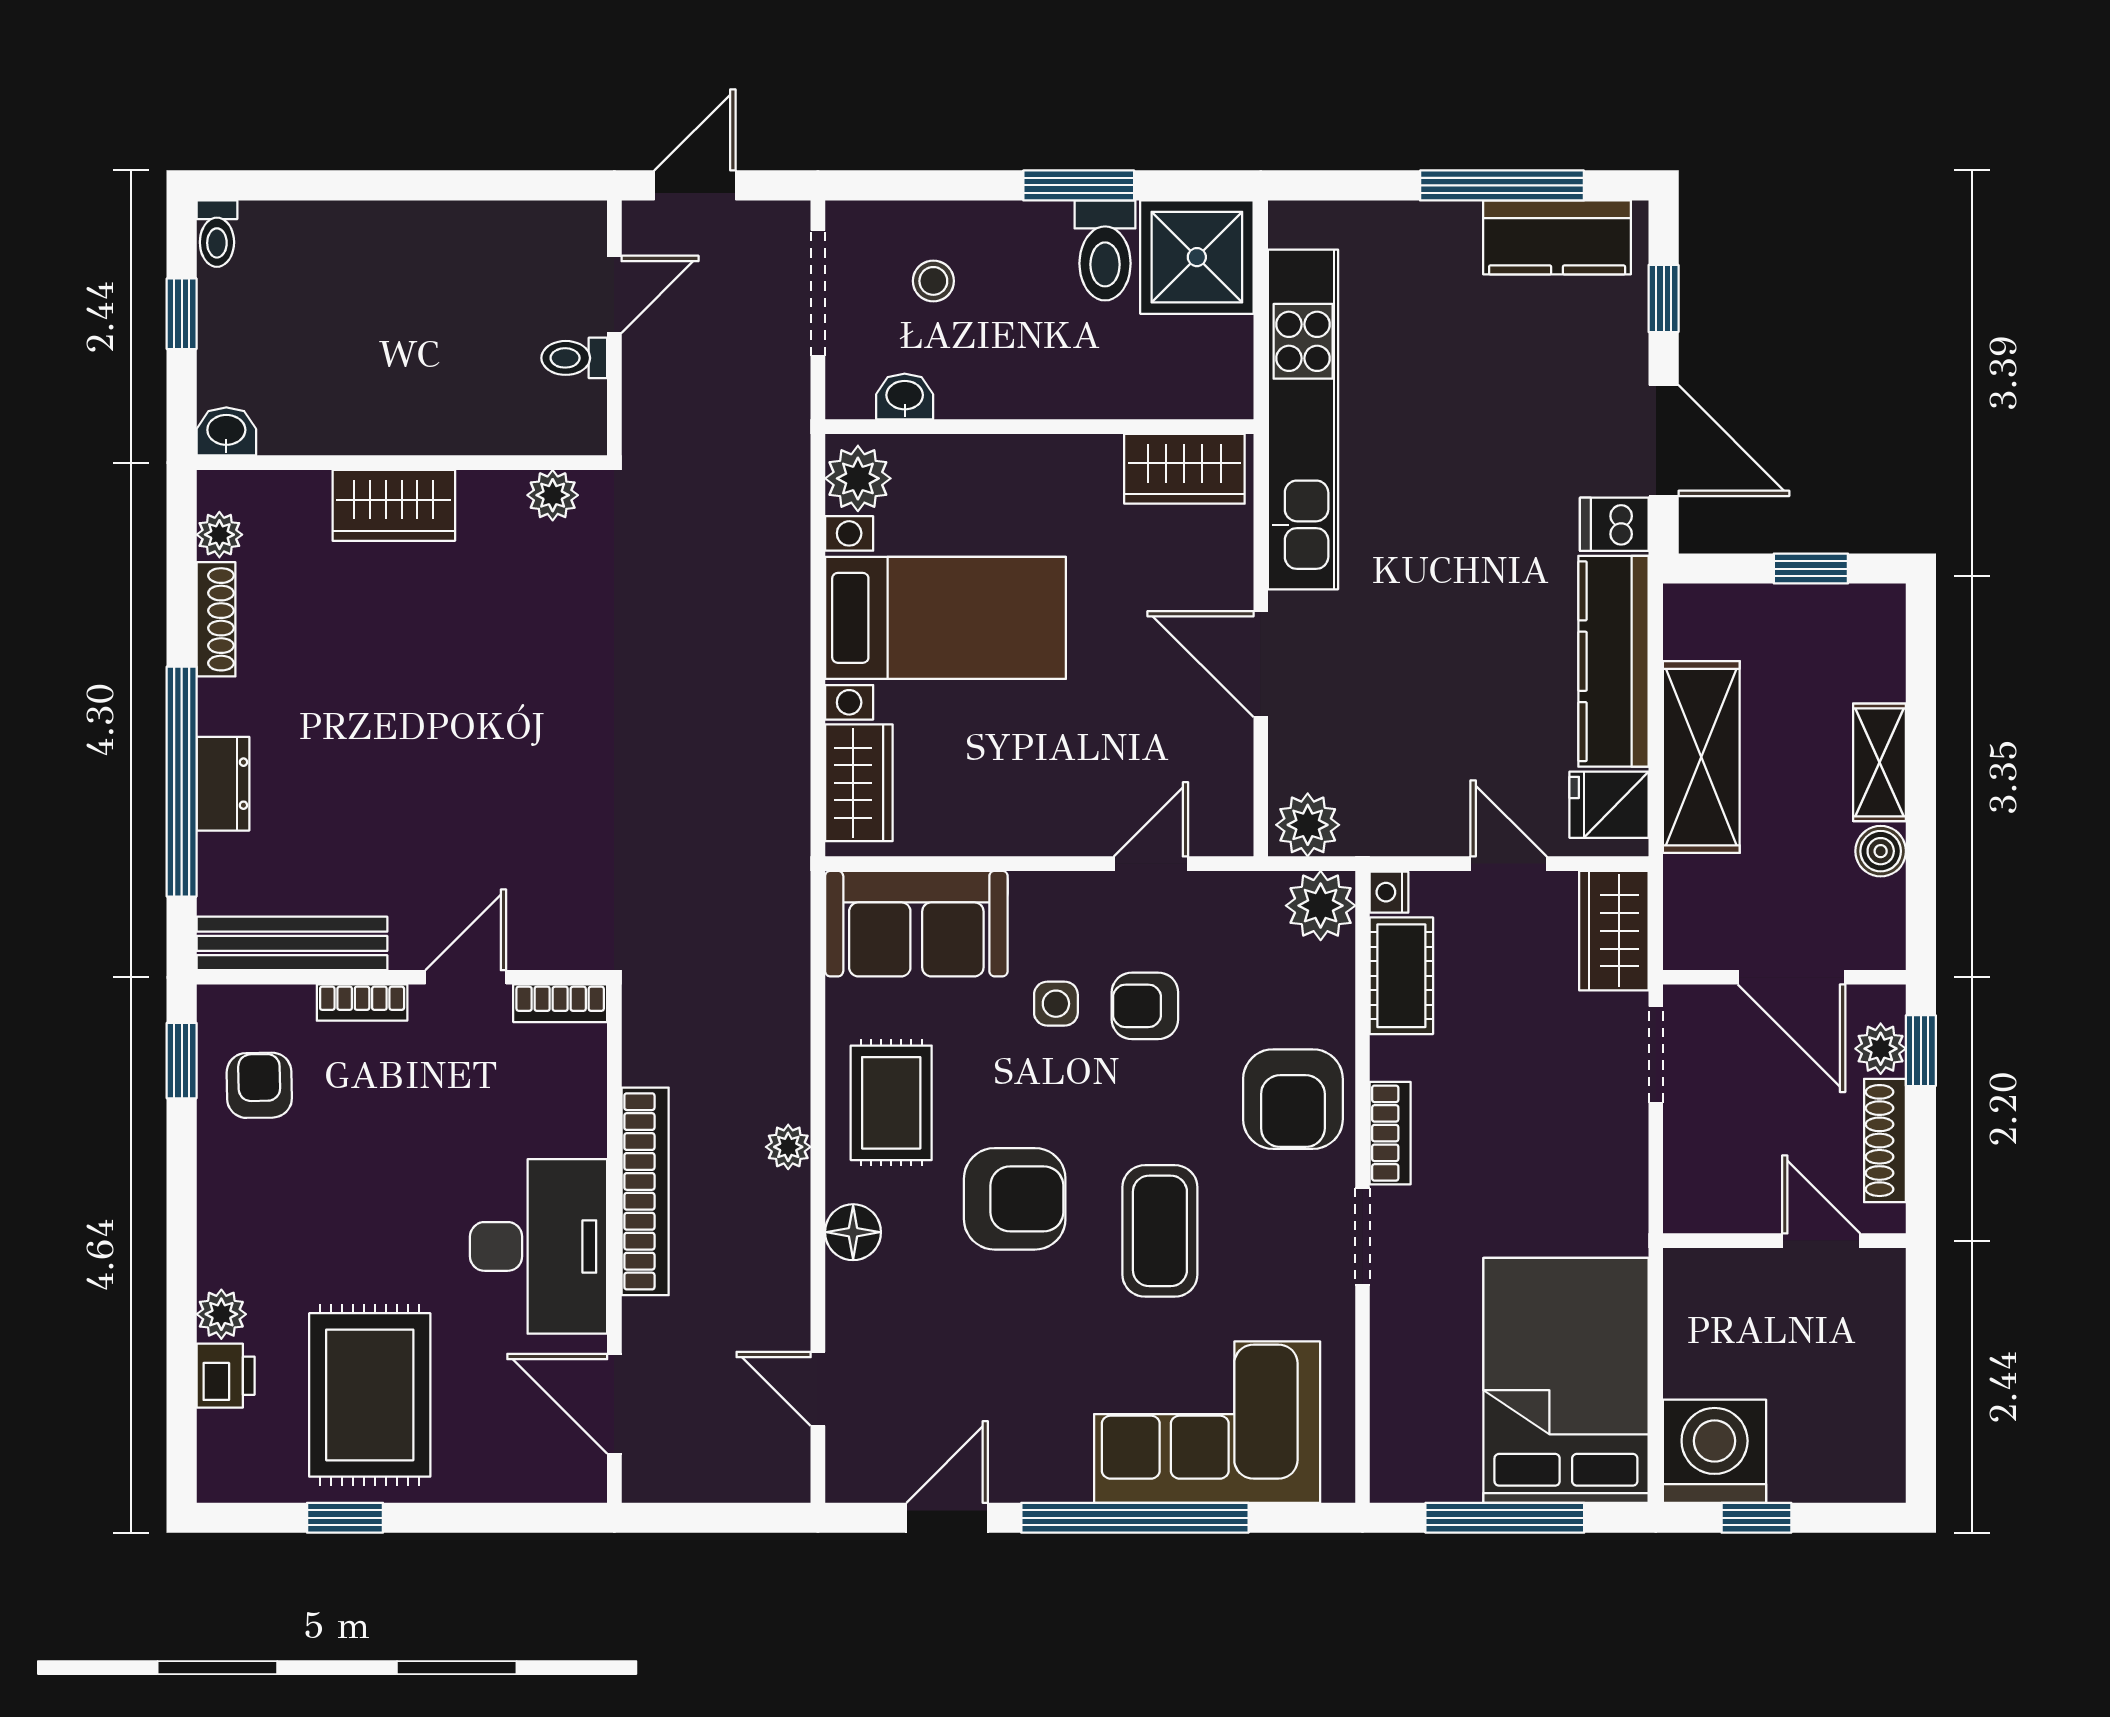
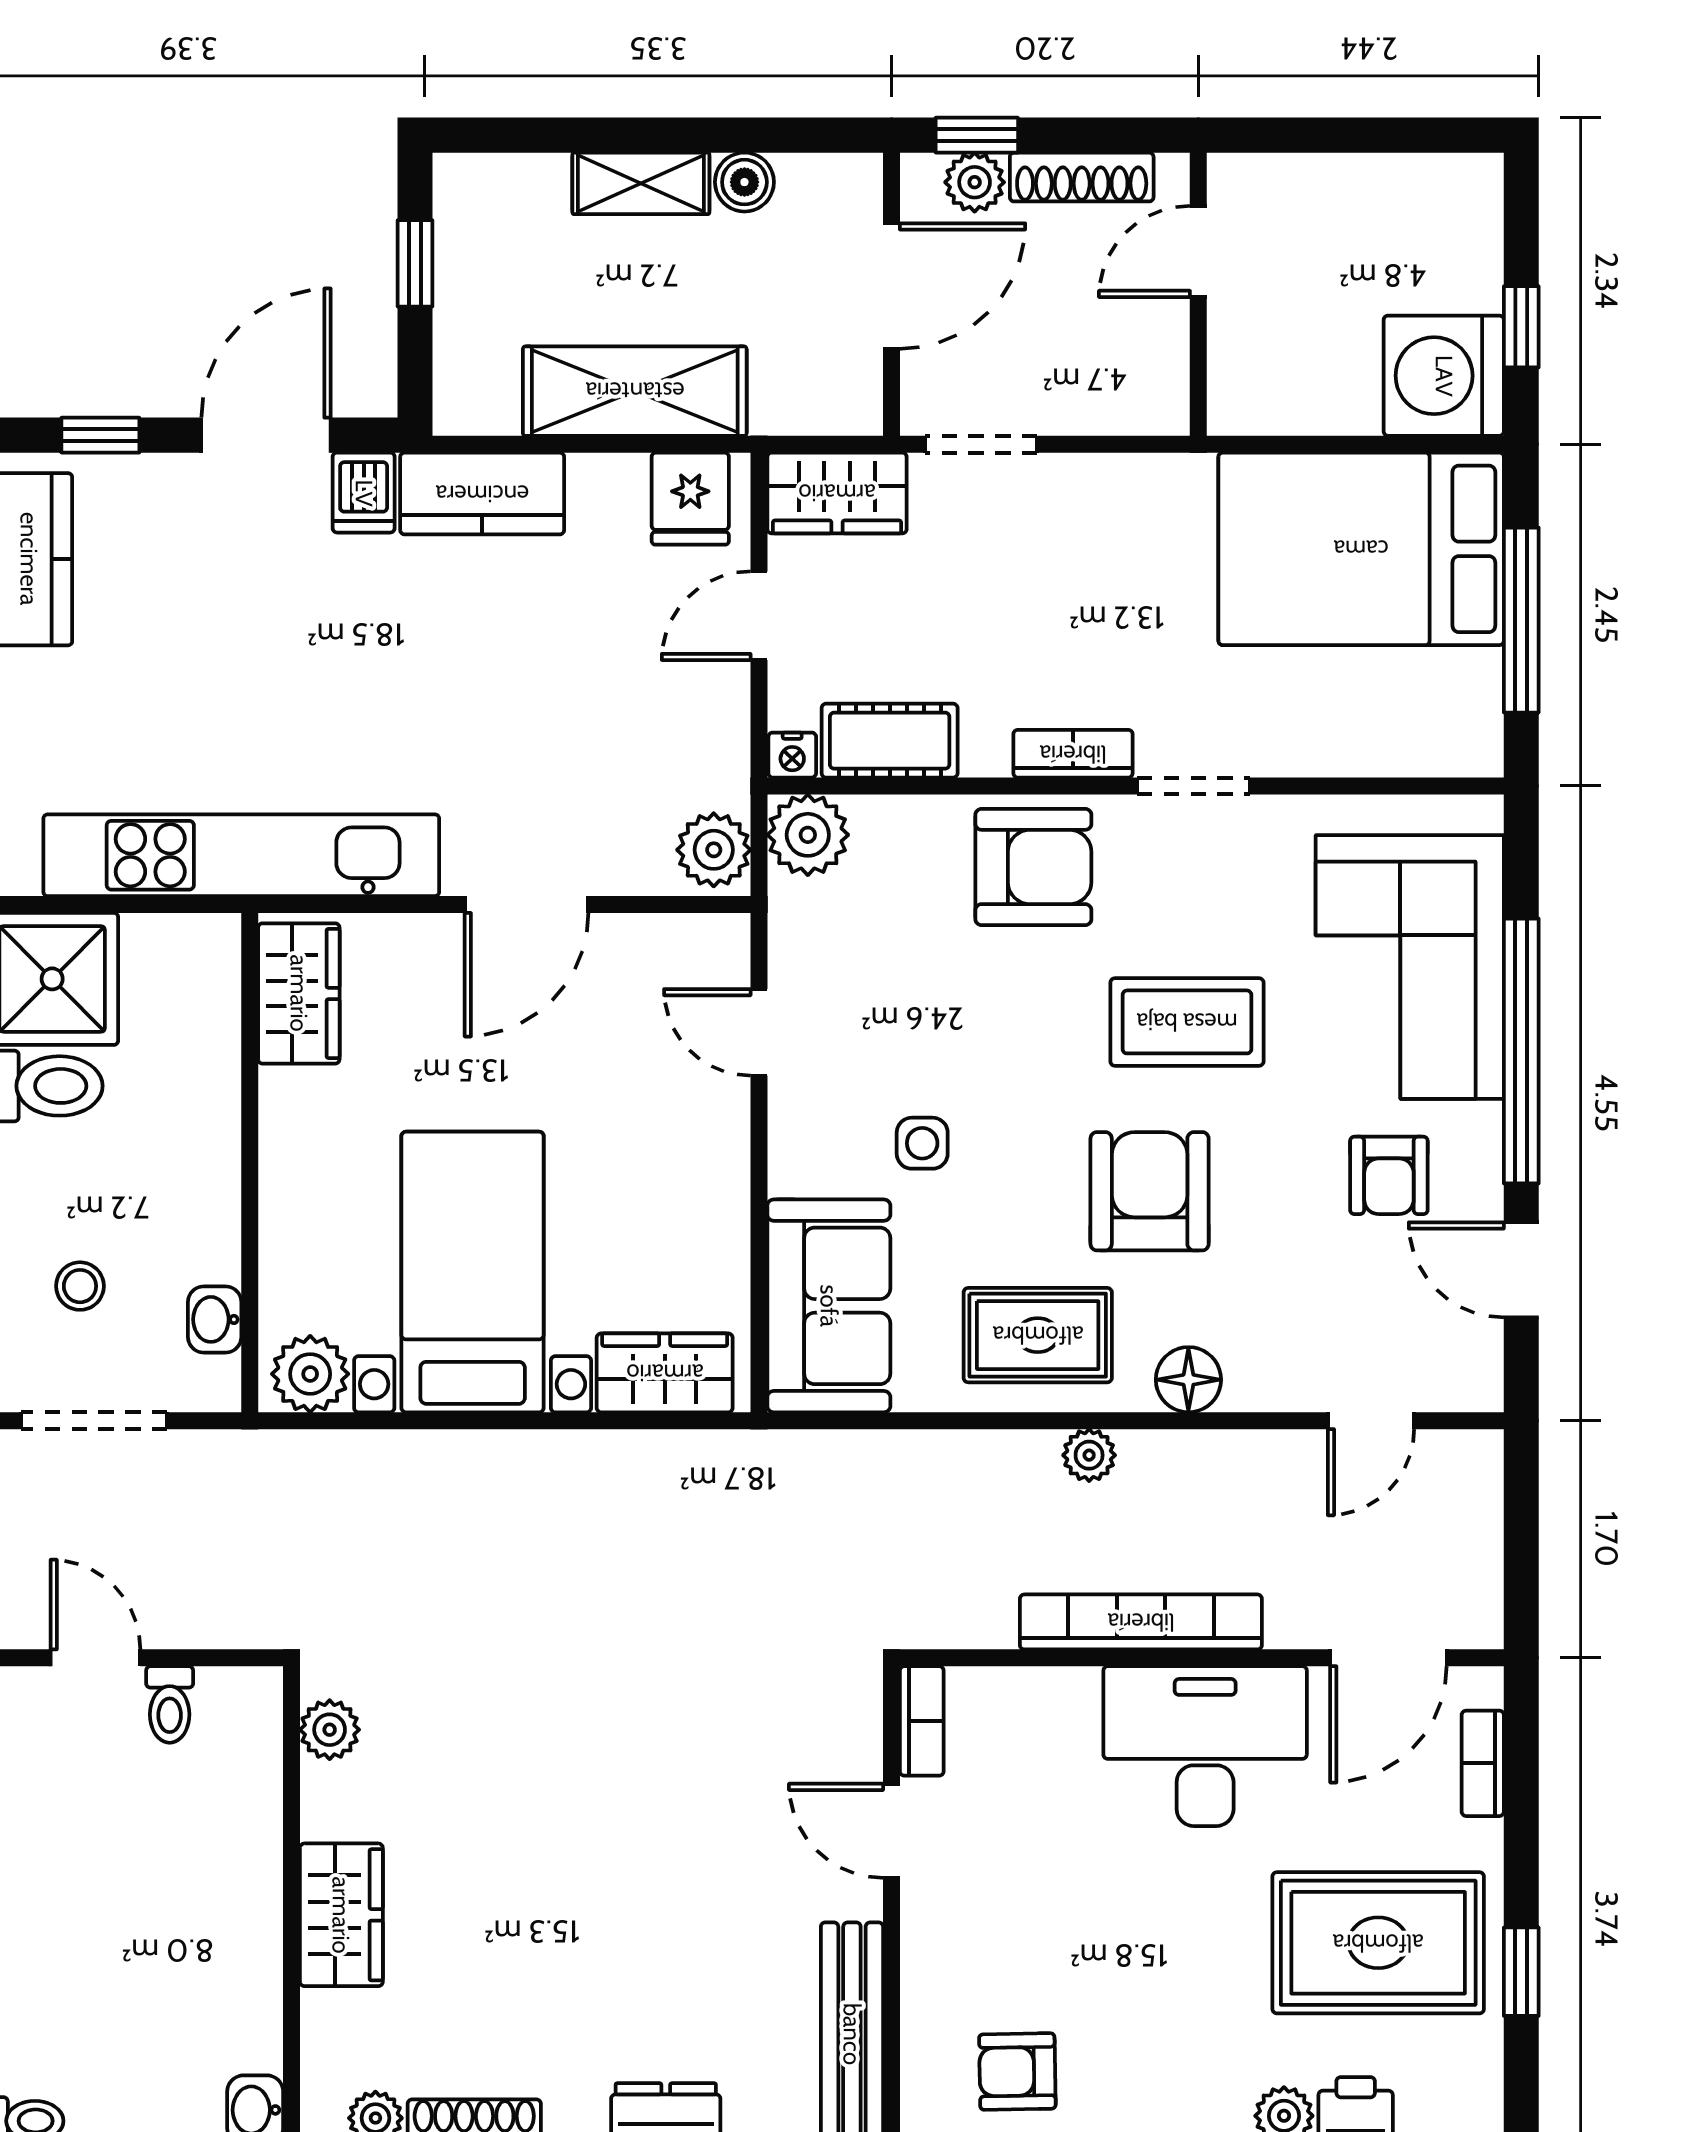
kitchen counter: (1613, 661) -> (482, 494), width x0.67
bookcase: (362, 1003) -> (1483, 1763), moved, turned 180
armchair: (1145, 1006) -> (1389, 1175), moved

